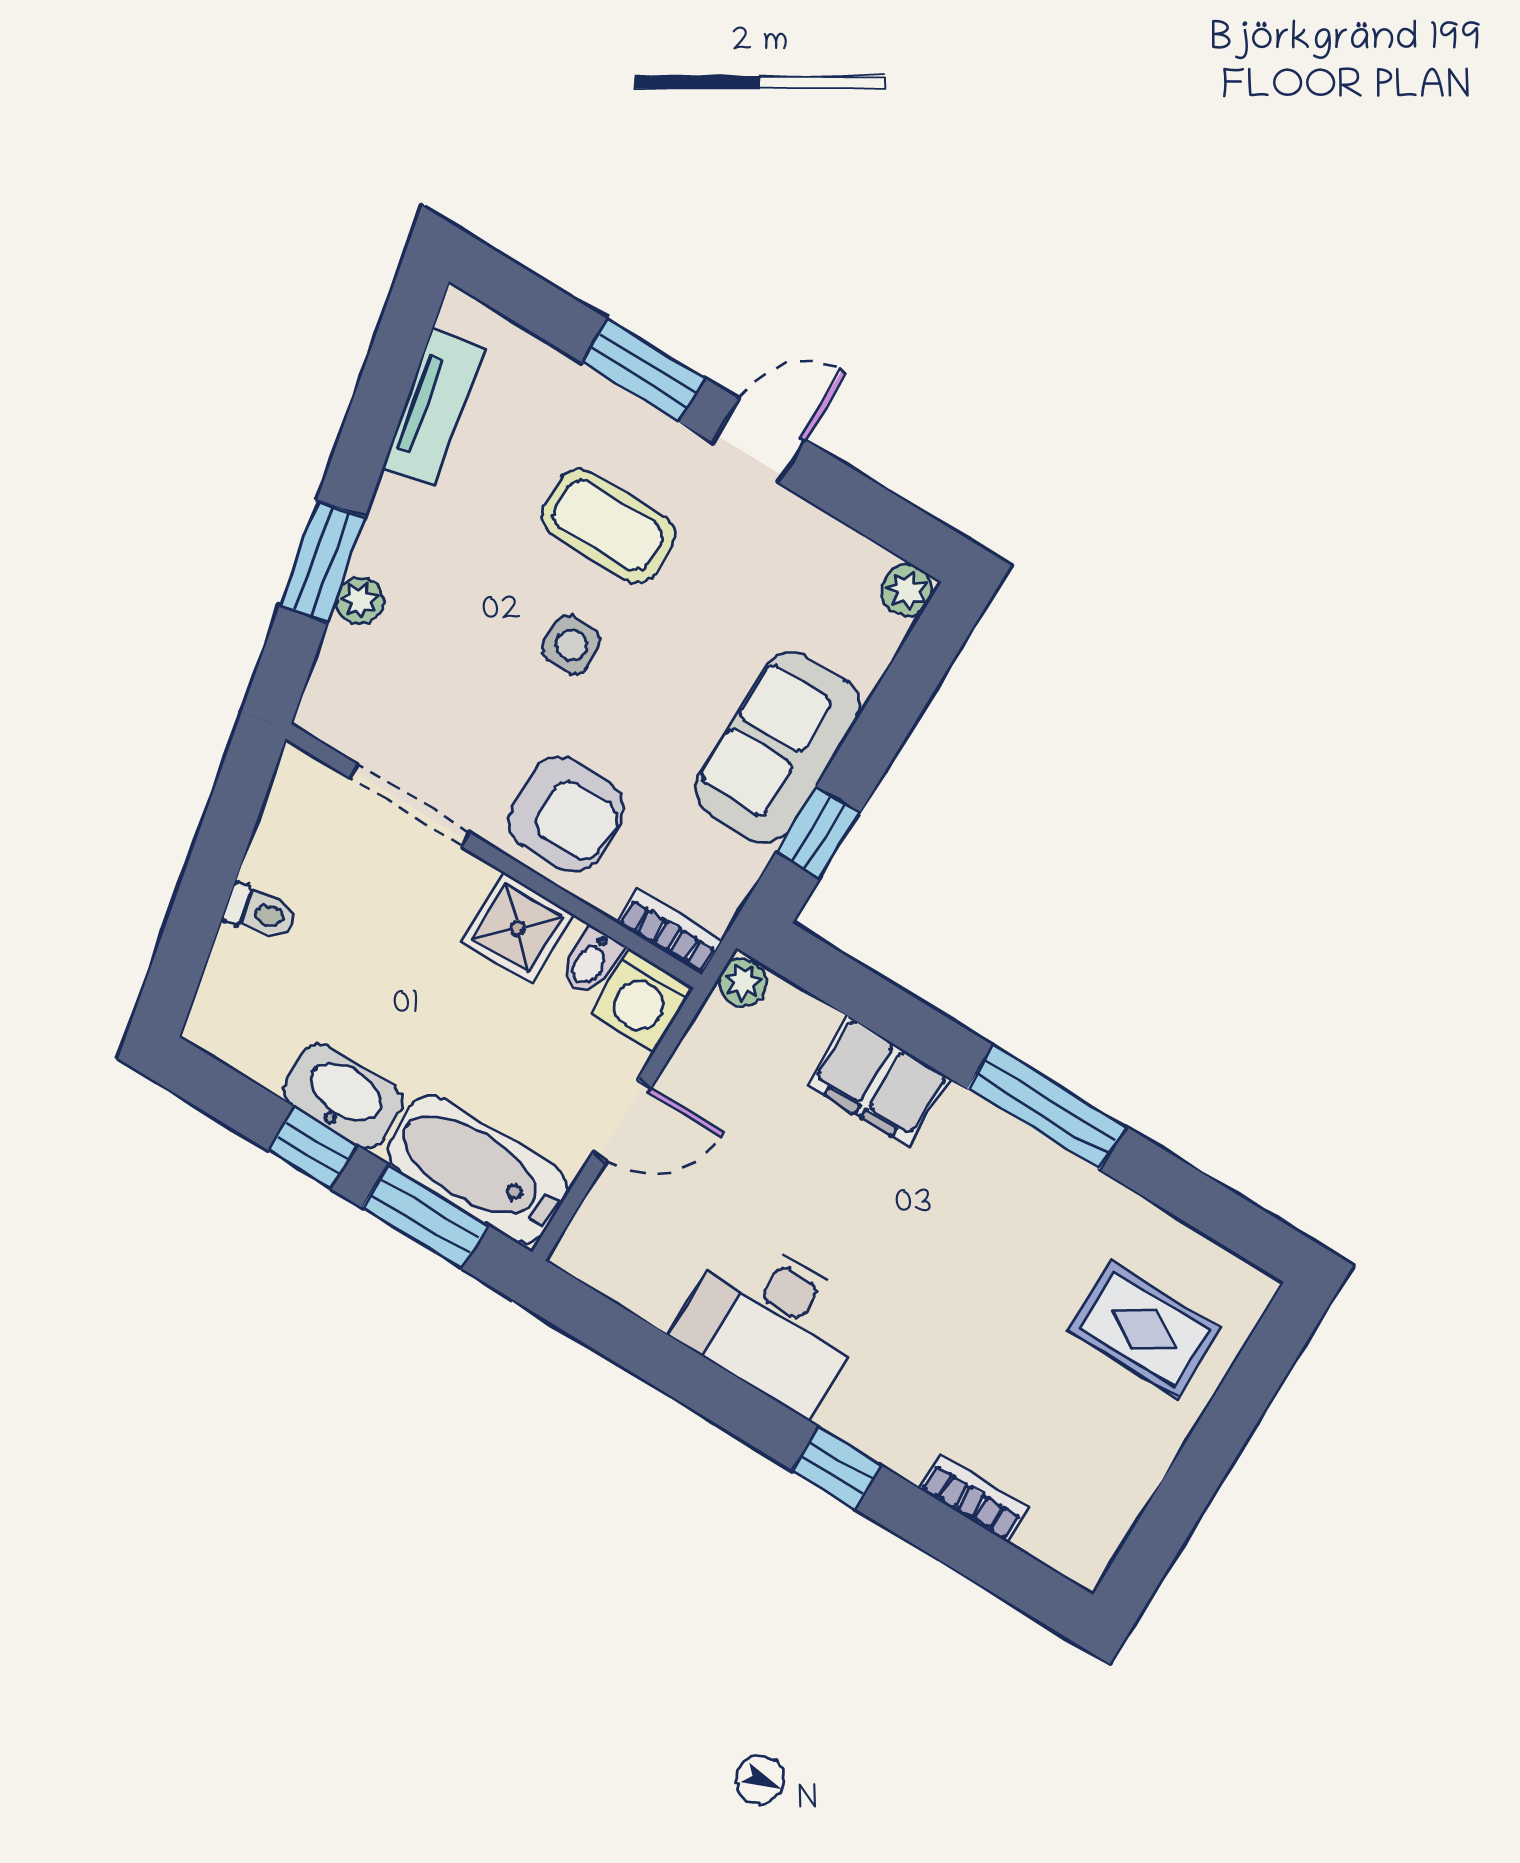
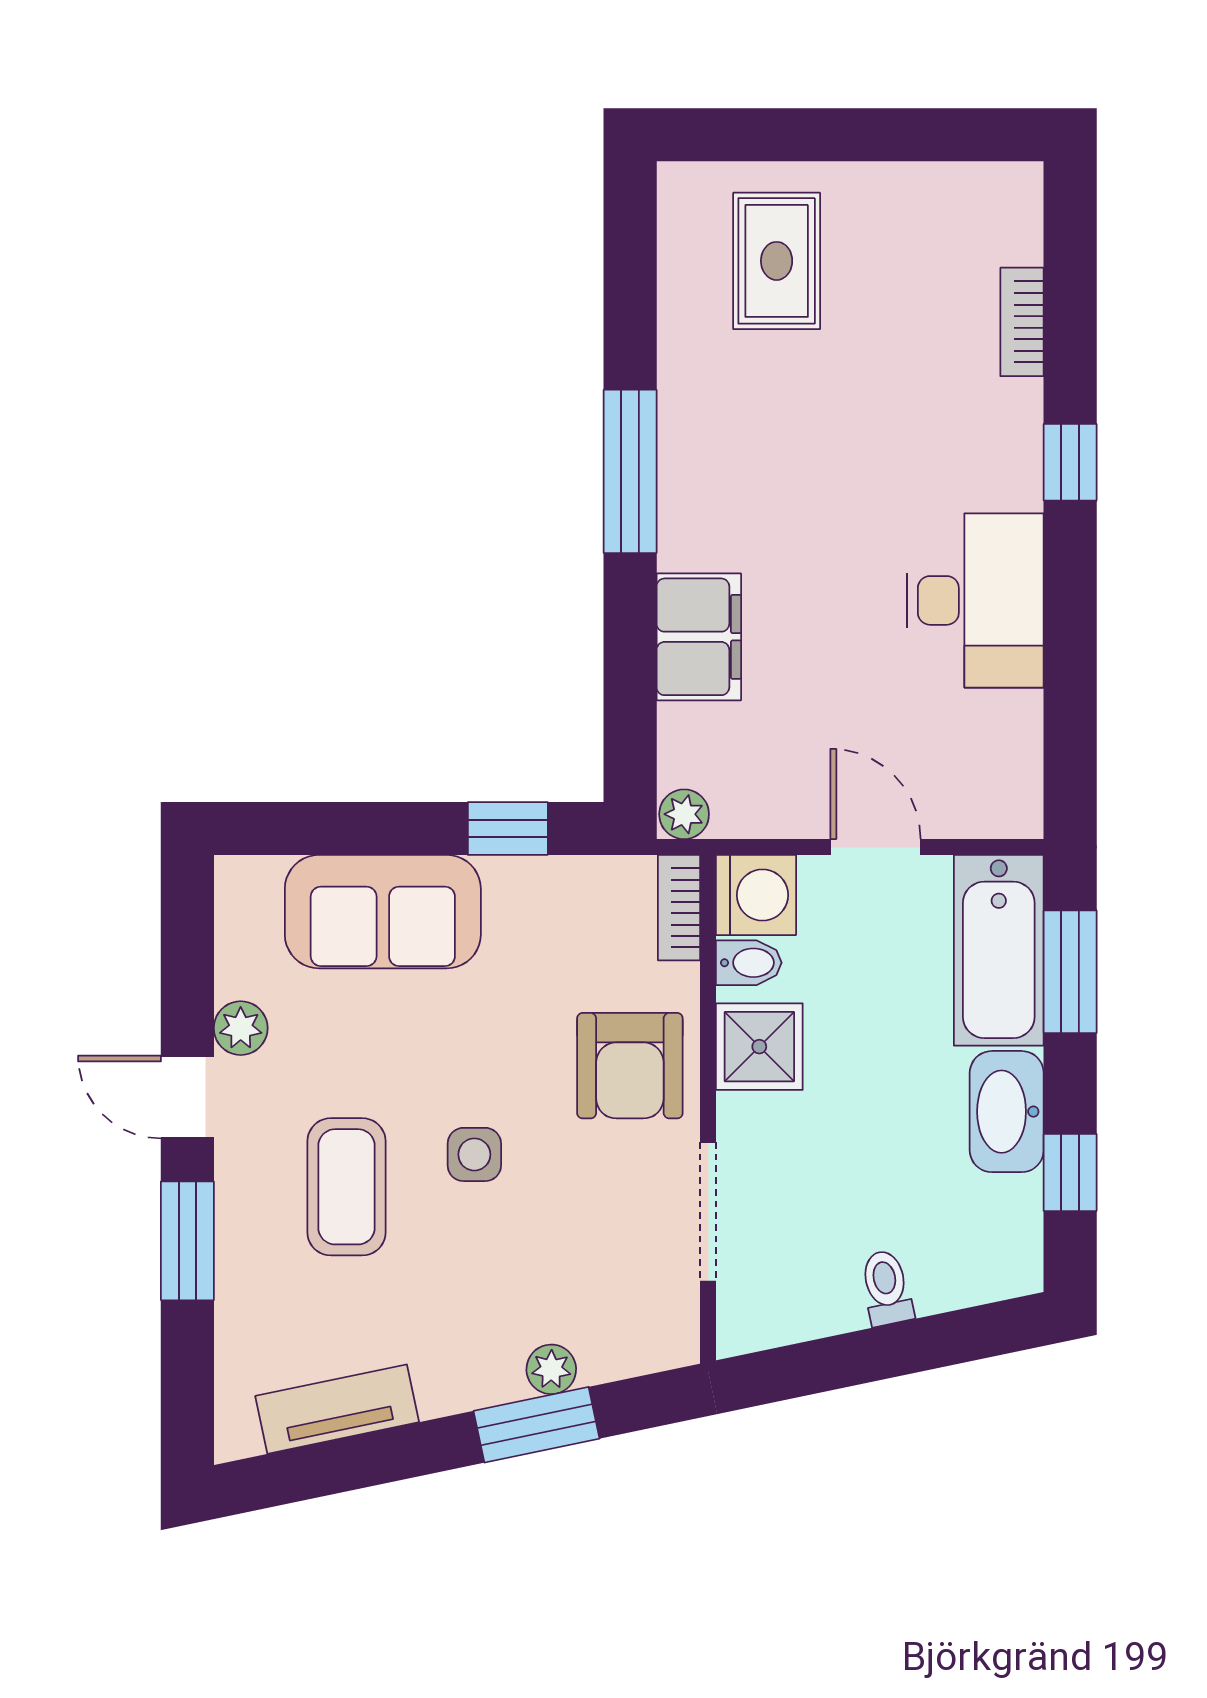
plant: (907, 590) -> (241, 1028), moved
sofa: (778, 747) -> (383, 912), moved
armchair: (566, 814) -> (630, 1066), turned 180
window: (313, 1148) -> (1070, 1172), moved

